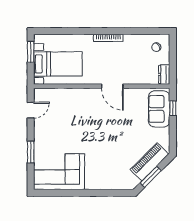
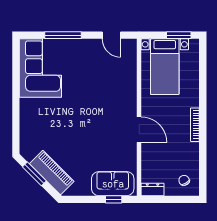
door: (112, 86) -> (139, 130), swing flipped
window: (31, 152) -> (63, 35), width x1.44

